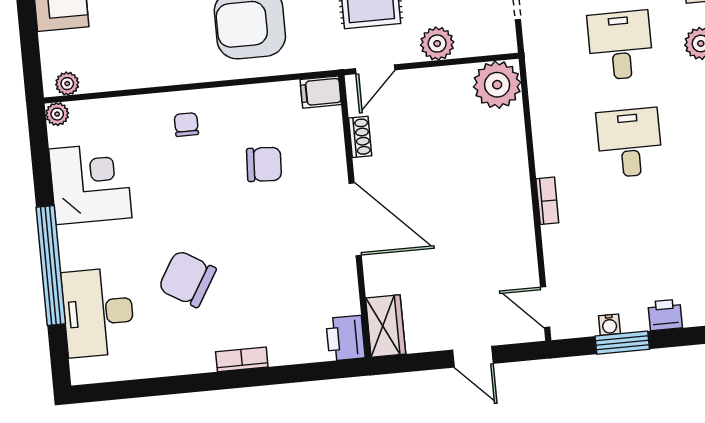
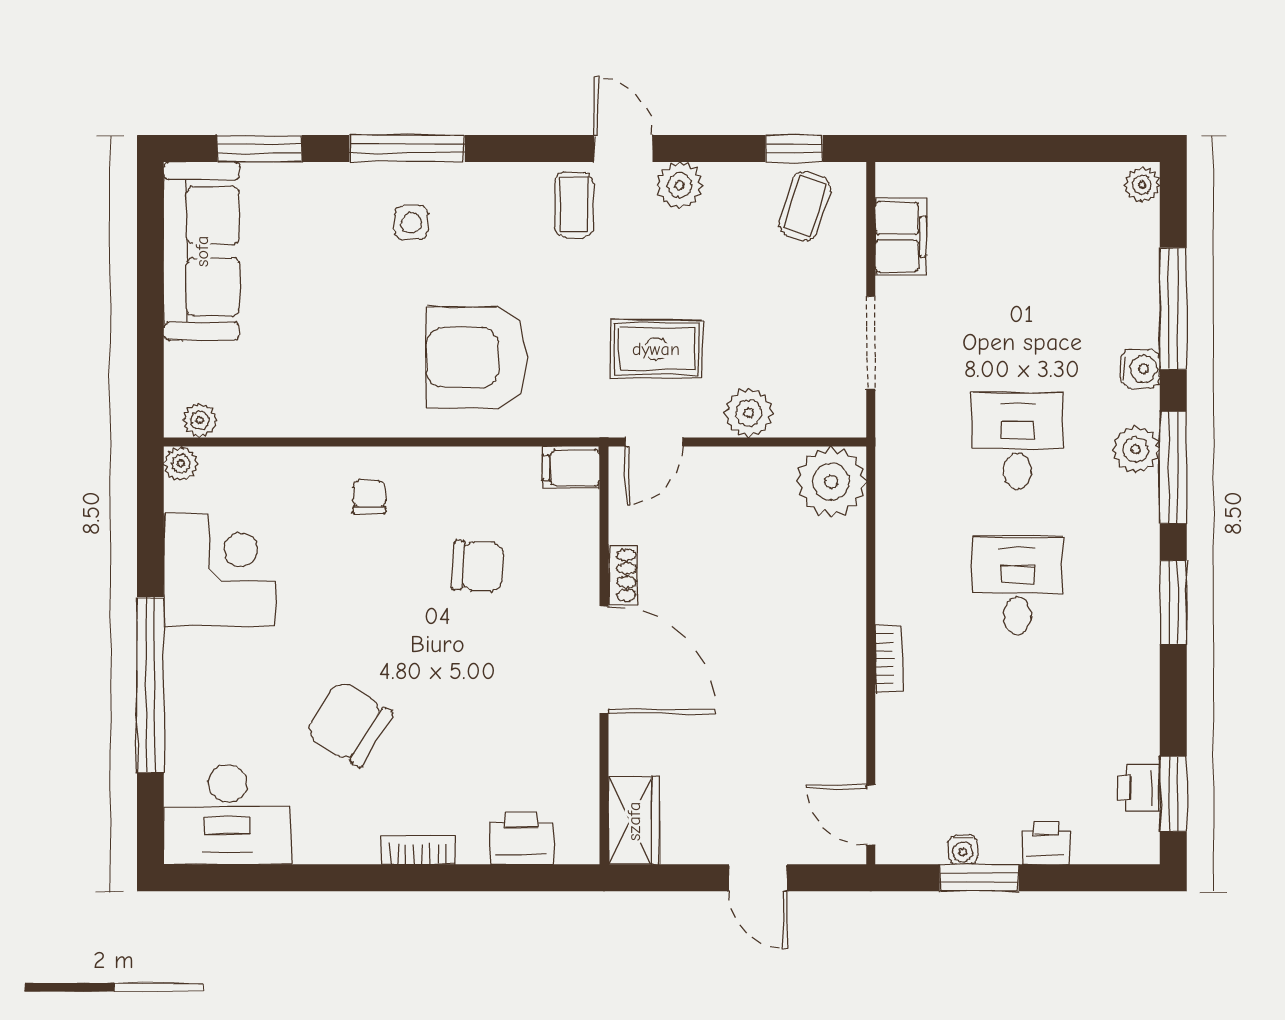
shoe rack: (360, 137) -> (623, 575), moved
desk: (98, 312) -> (227, 814), moved, turned -90
printer: (345, 338) -> (522, 838), moved, turned 90

